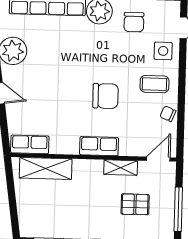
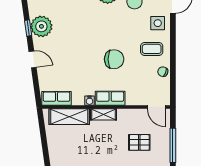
water cooler: (72, 148) -> (90, 101), added
door: (158, 159) -> (156, 107), swing flipped
shelving: (121, 168) -> (103, 114), moved

